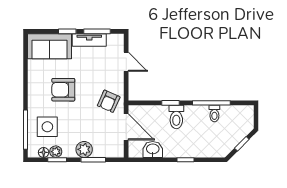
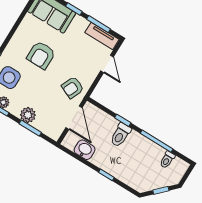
tv unit: (89, 40) -> (102, 36), moved
armchair: (63, 90) -> (41, 55), turned -90
toilet: (214, 113) -> (167, 160), moved

